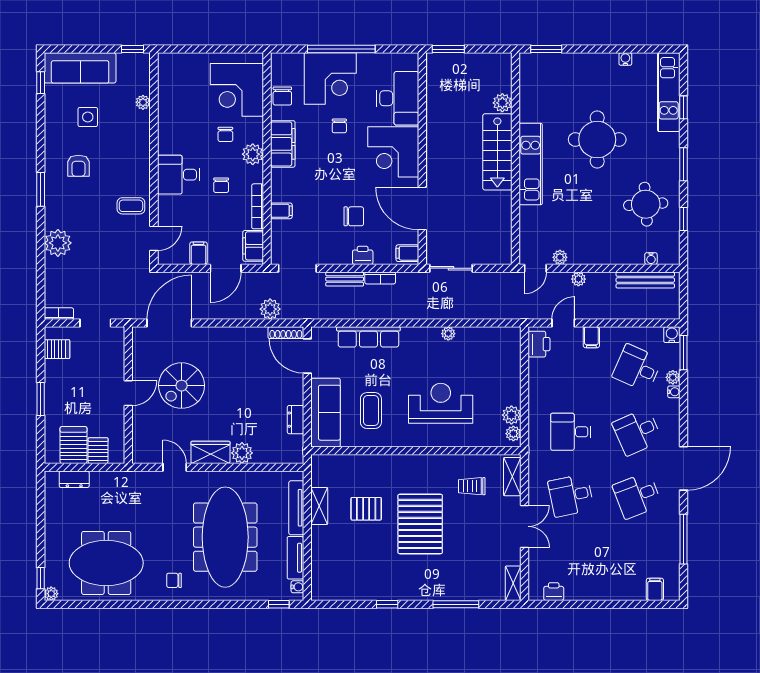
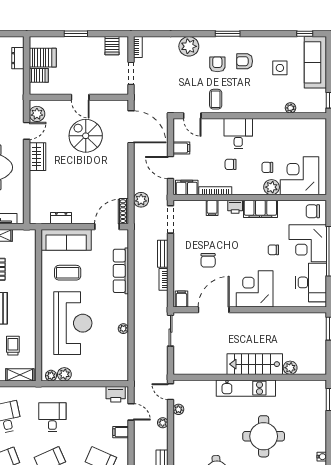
chair: (282, 96) -> (313, 211), moved
desk: (398, 98) -> (311, 282), moved, turned -90
plant: (253, 154) -> (272, 187), moved
armchair: (83, 204) -> (217, 64), added
printer: (363, 255) -> (235, 207), moved, turned 90
reception desk: (441, 403) -> (73, 323), width x1.36, depth x1.30
plant: (242, 453) -> (37, 114), moved

